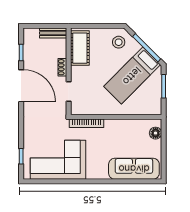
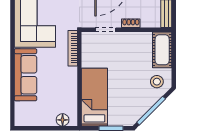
cot: (80, 48) -> (162, 50), moved, turned 90
bed: (132, 76) -> (94, 97), moved, turned 45
sofa: (134, 169) -> (26, 75), moved

